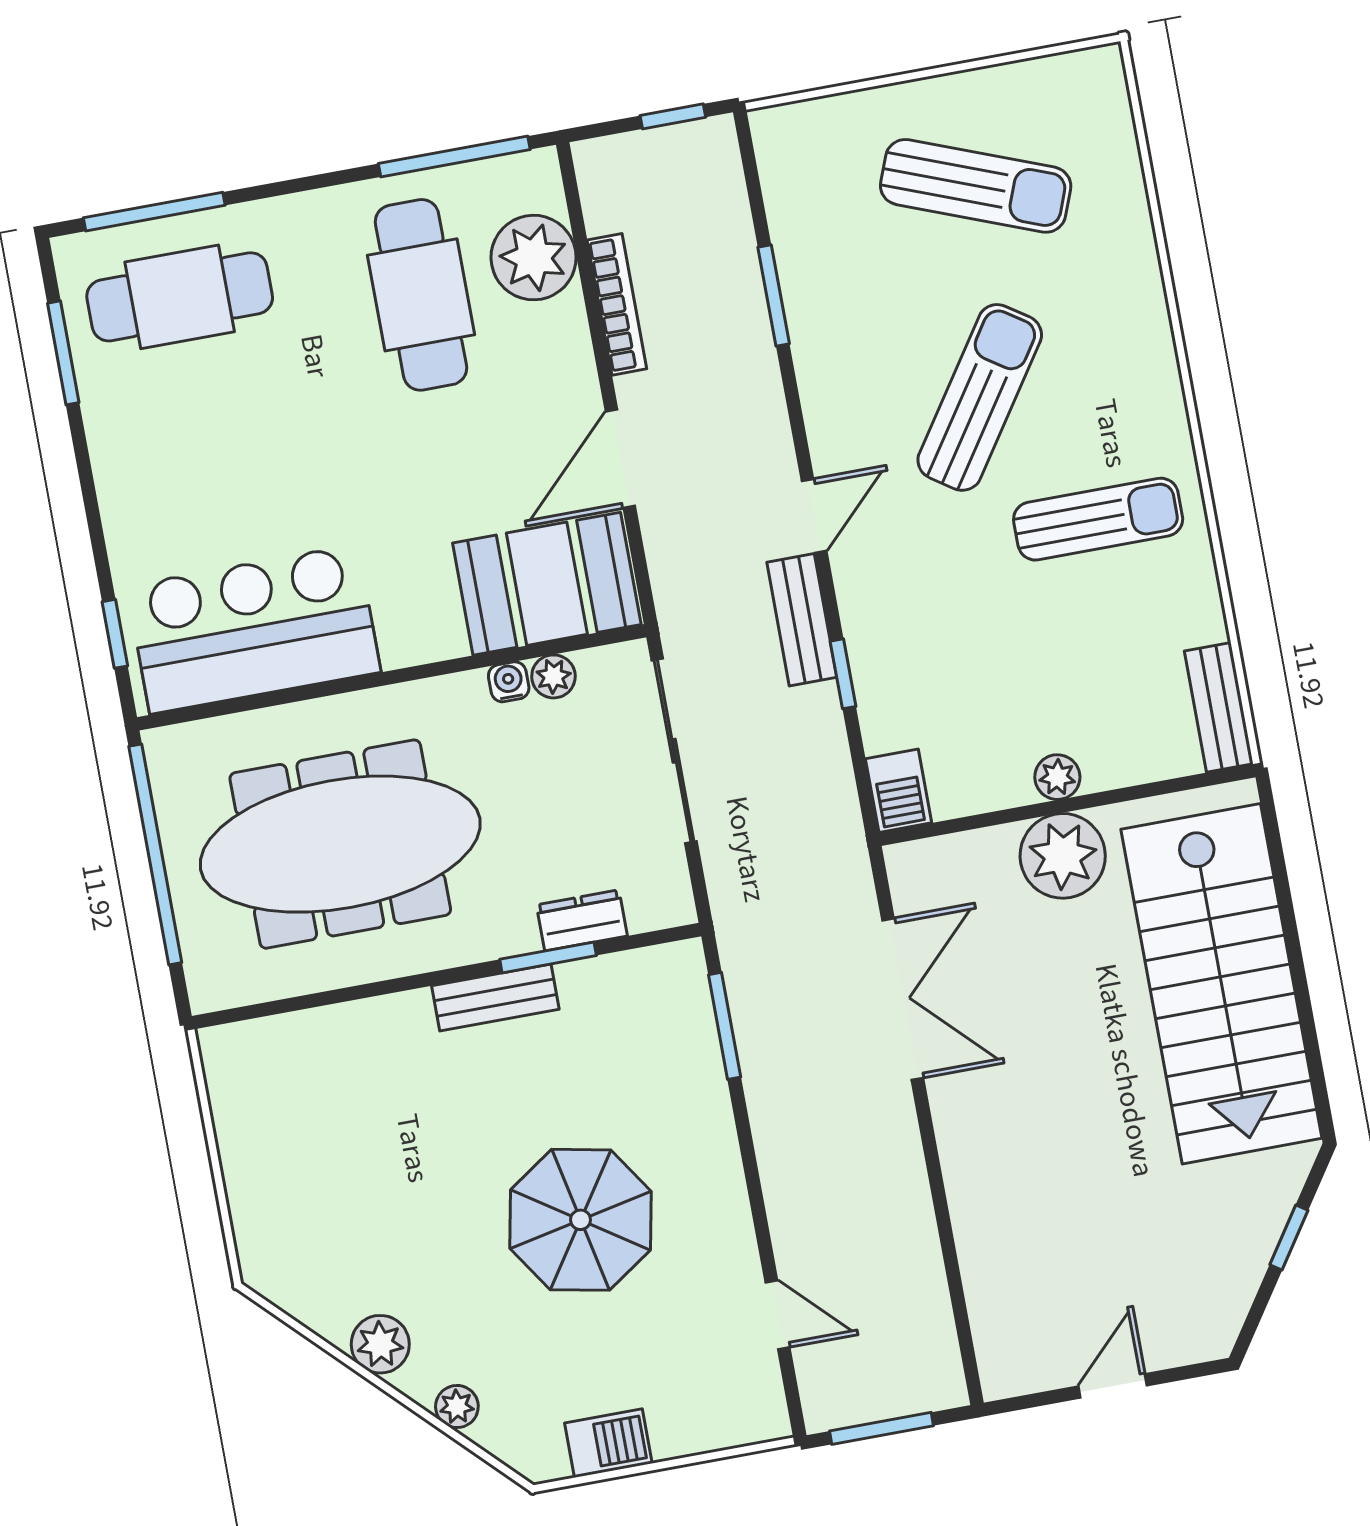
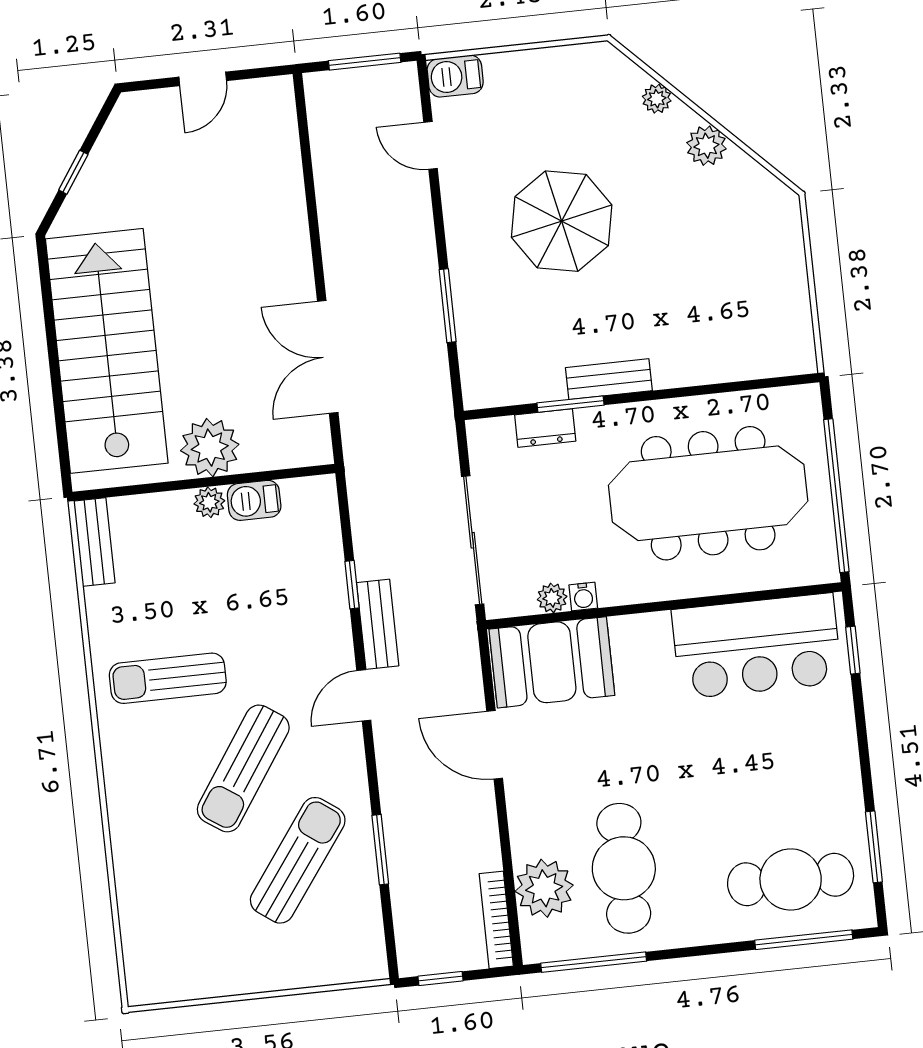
sun lounger: (976, 186) -> (298, 860), moved, turned 105
bookcase: (617, 304) -> (496, 920), moved
door: (620, 459) -> (495, 745), swing flipped
barbecue: (899, 791) -> (254, 500), moved, turned -90
window: (725, 1026) -> (448, 306), moved
barbecue: (608, 1443) -> (455, 76), moved

